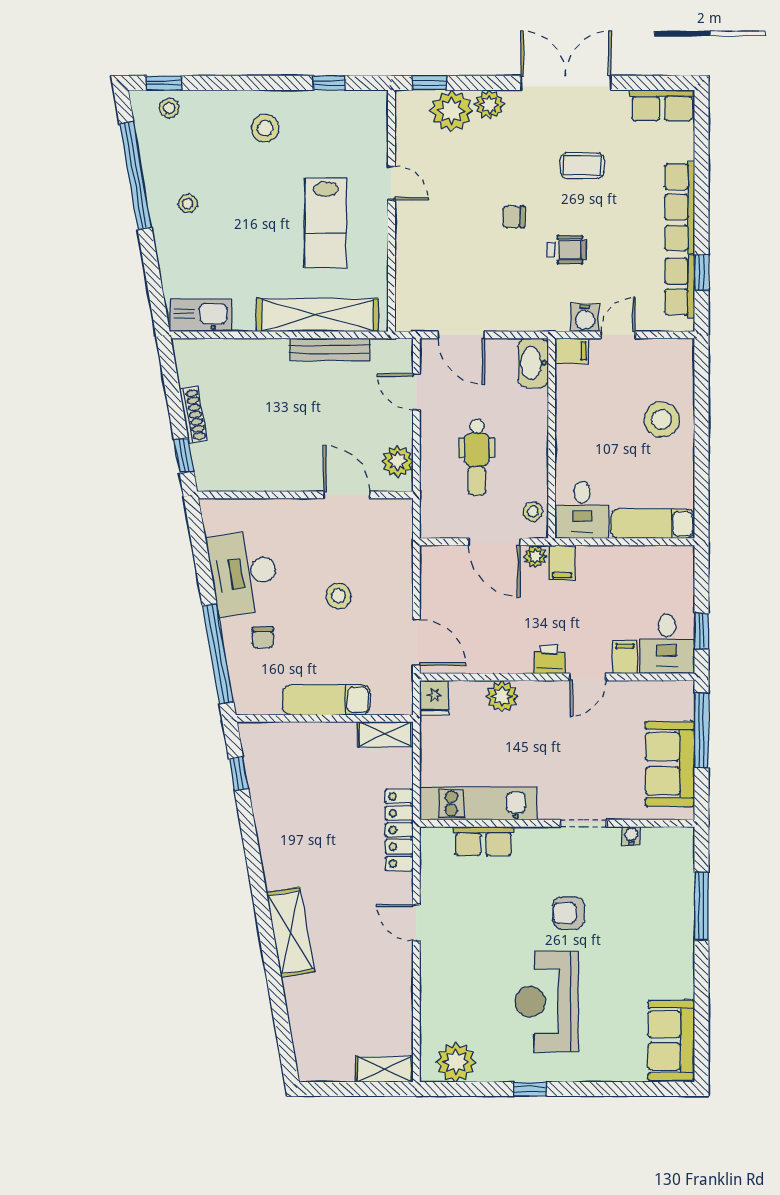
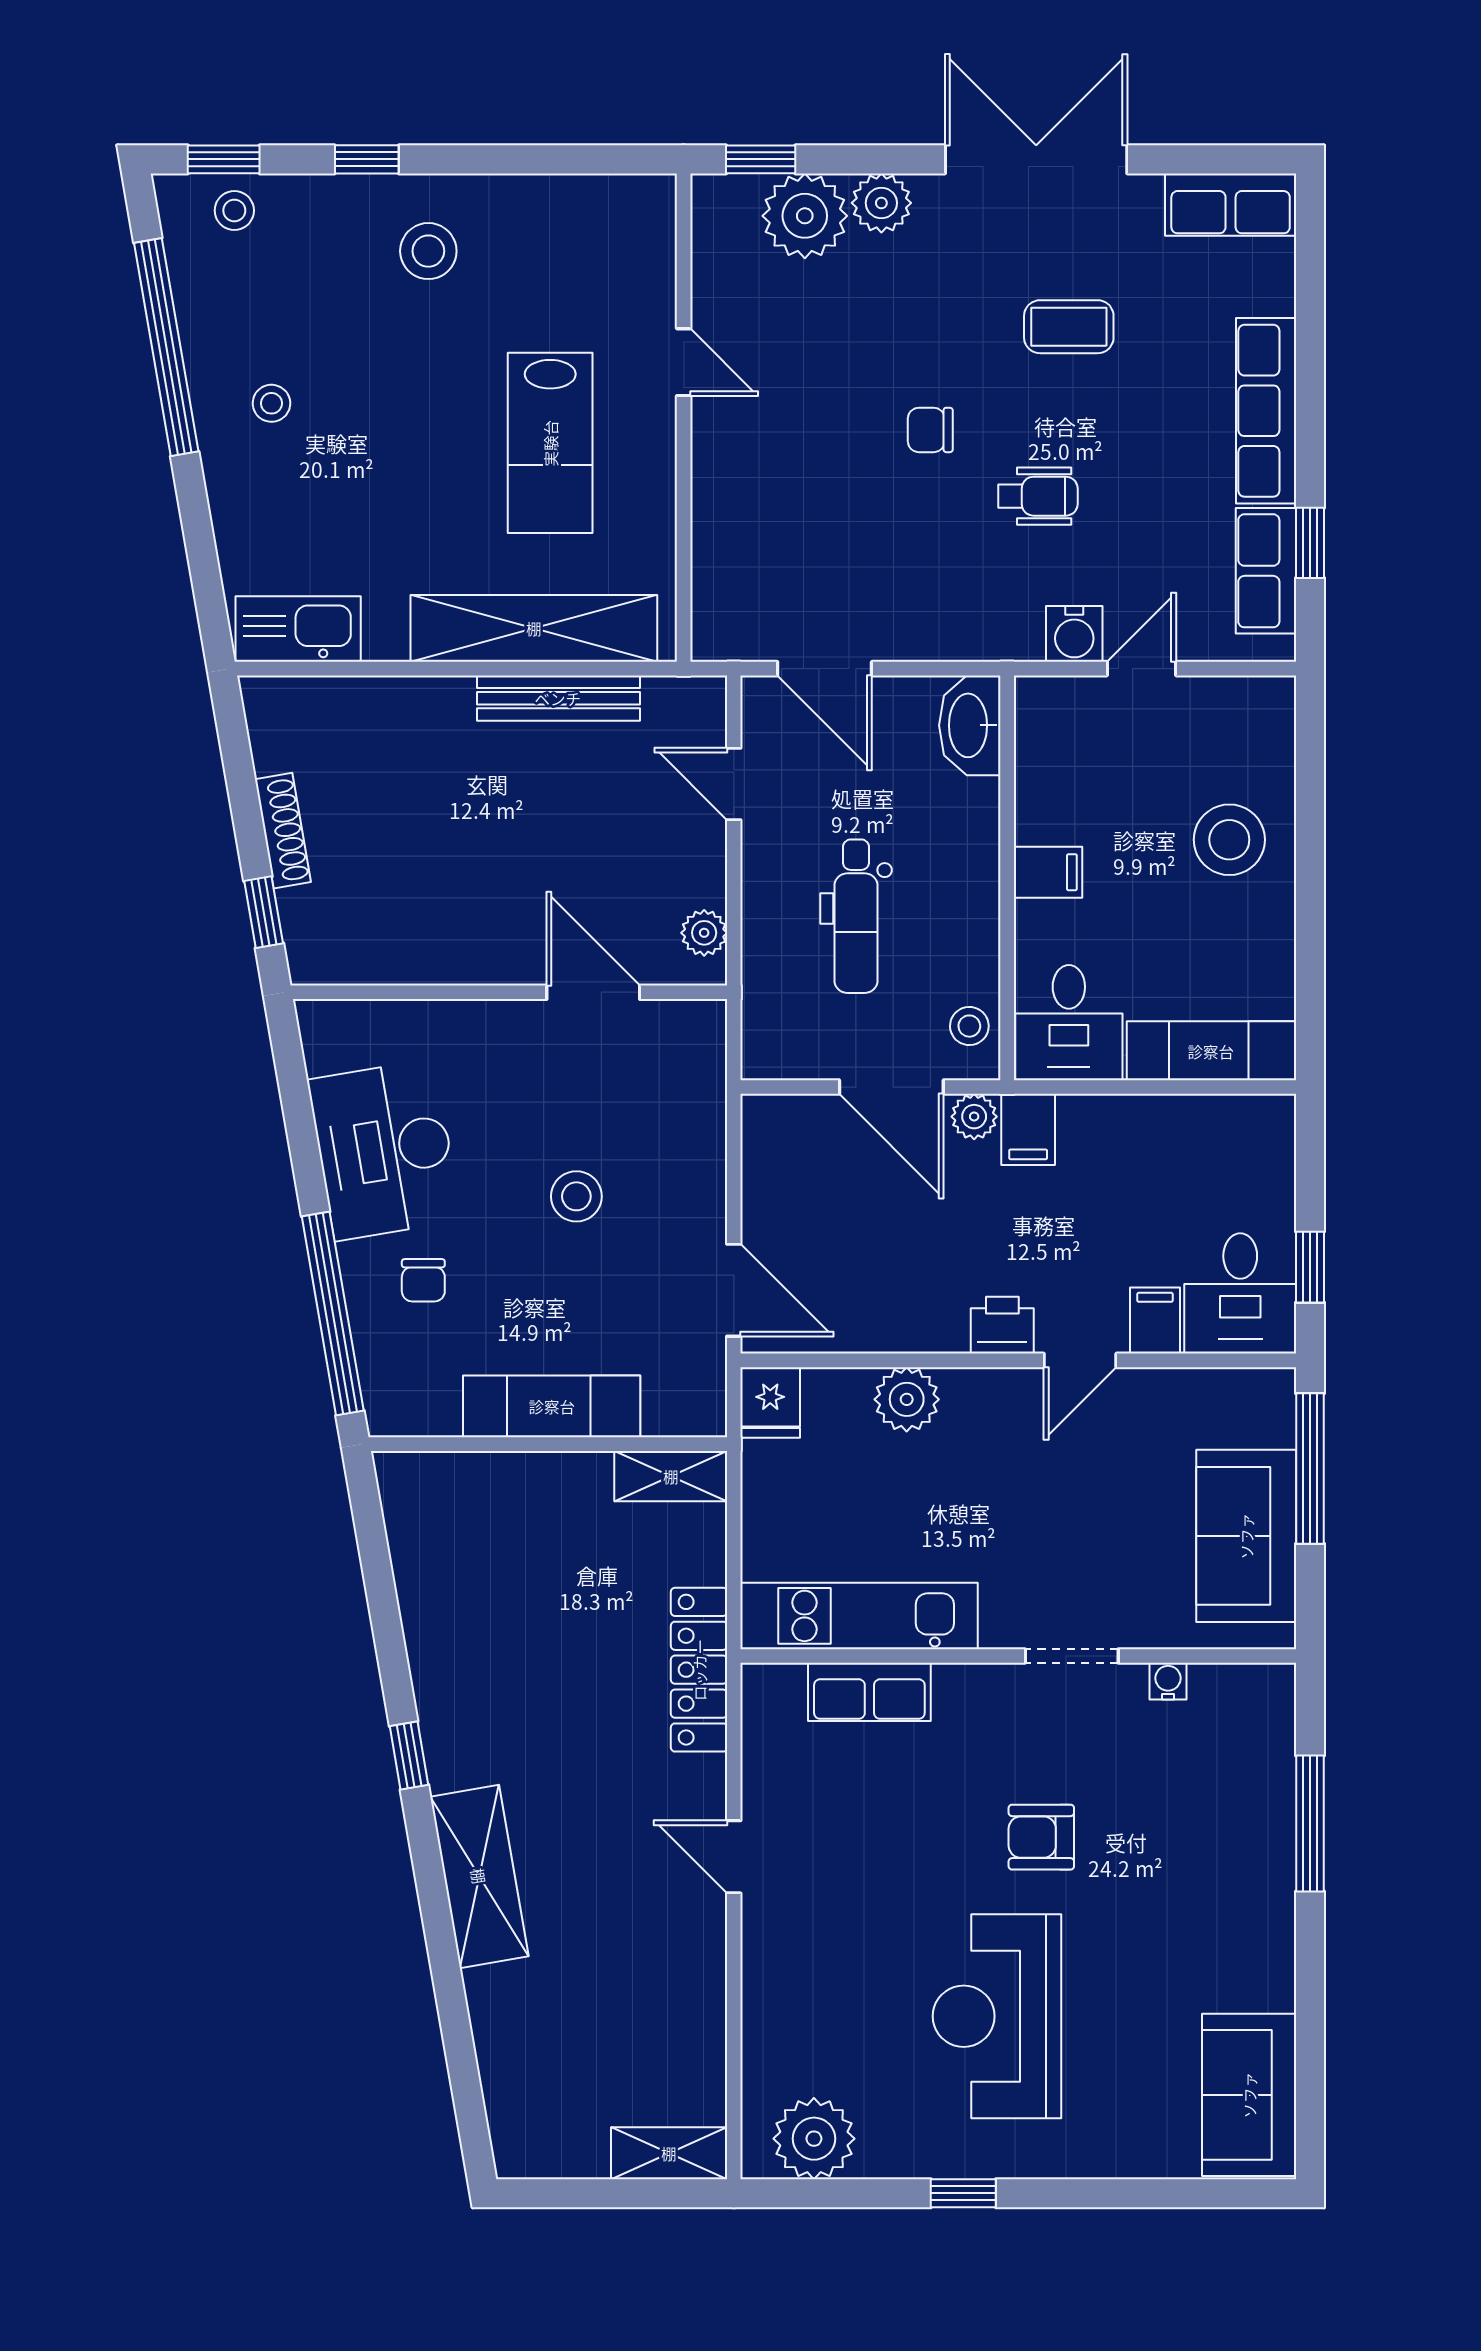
window: (329, 83) -> (367, 159), moved
filing cabinet: (572, 351) -> (1048, 872), moved
plant: (397, 461) -> (704, 933), width x0.73, depth x0.73
window: (239, 774) -> (409, 1755), moved

